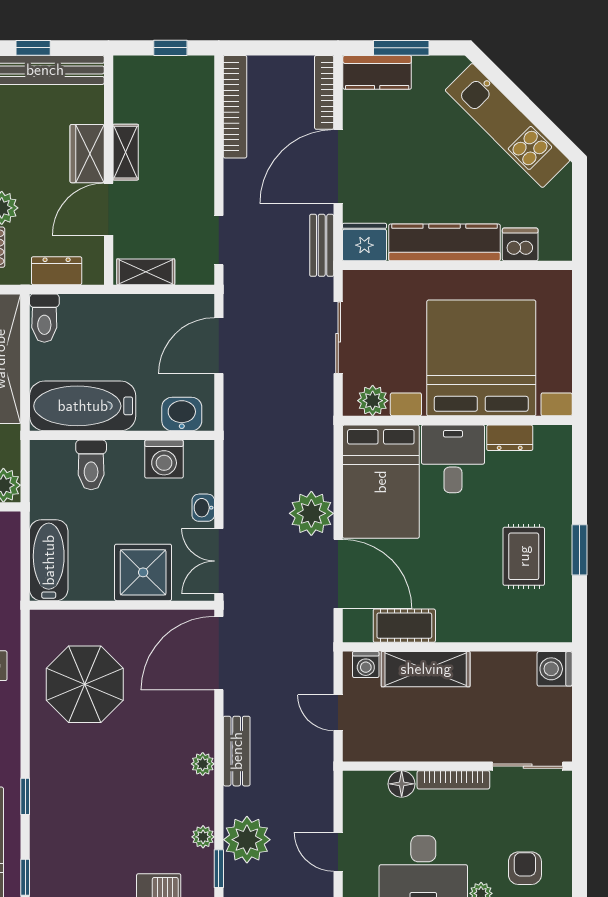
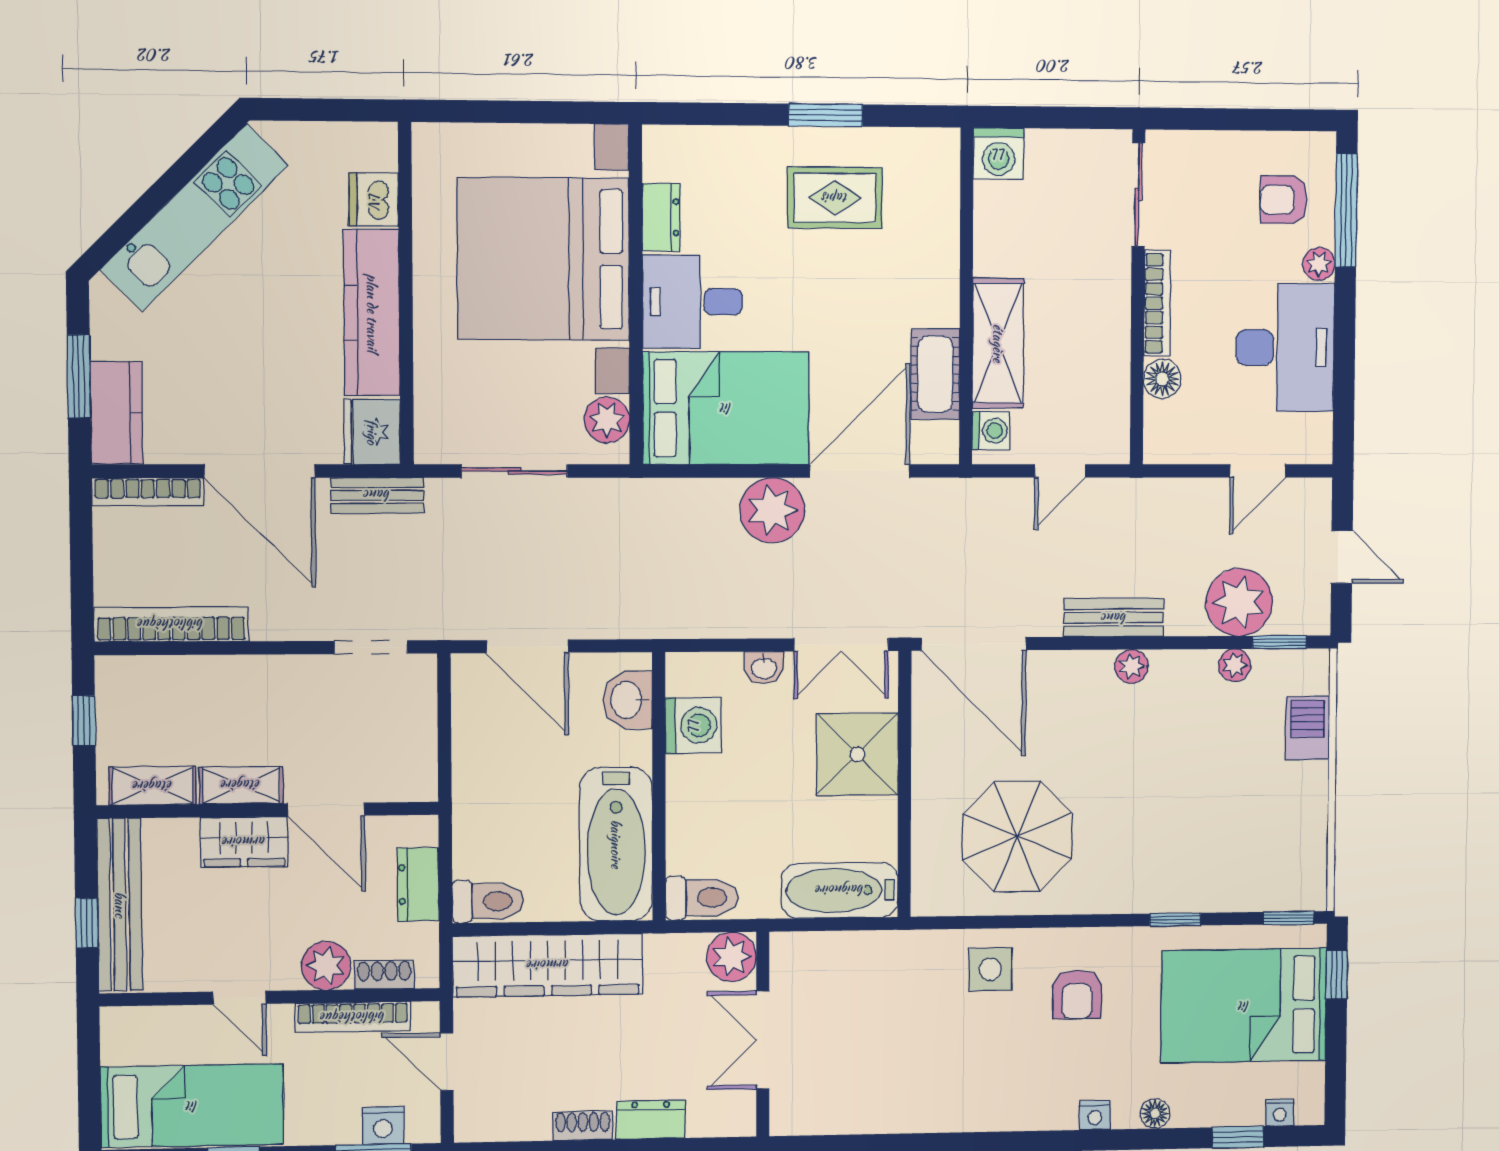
shelving: (146, 272) -> (153, 786), moved, turned 90
toilet: (91, 465) -> (702, 898), moved

